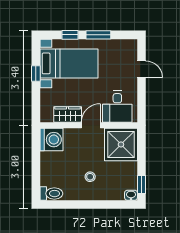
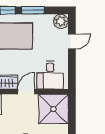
plant: (129, 47) -> (61, 21), added
door: (142, 69) -> (72, 41), hinge flipped

